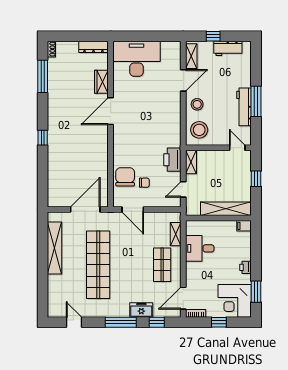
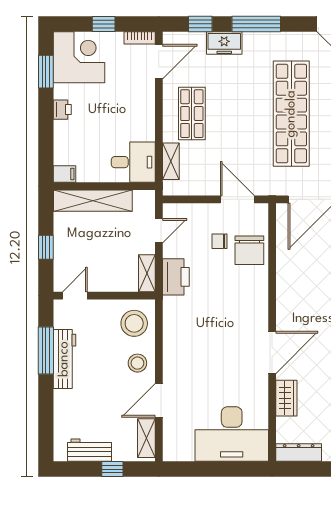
window: (256, 101) -> (46, 350), moved
door: (237, 148) -> (75, 296), swing flipped
desk: (200, 248) -> (133, 162), moved

